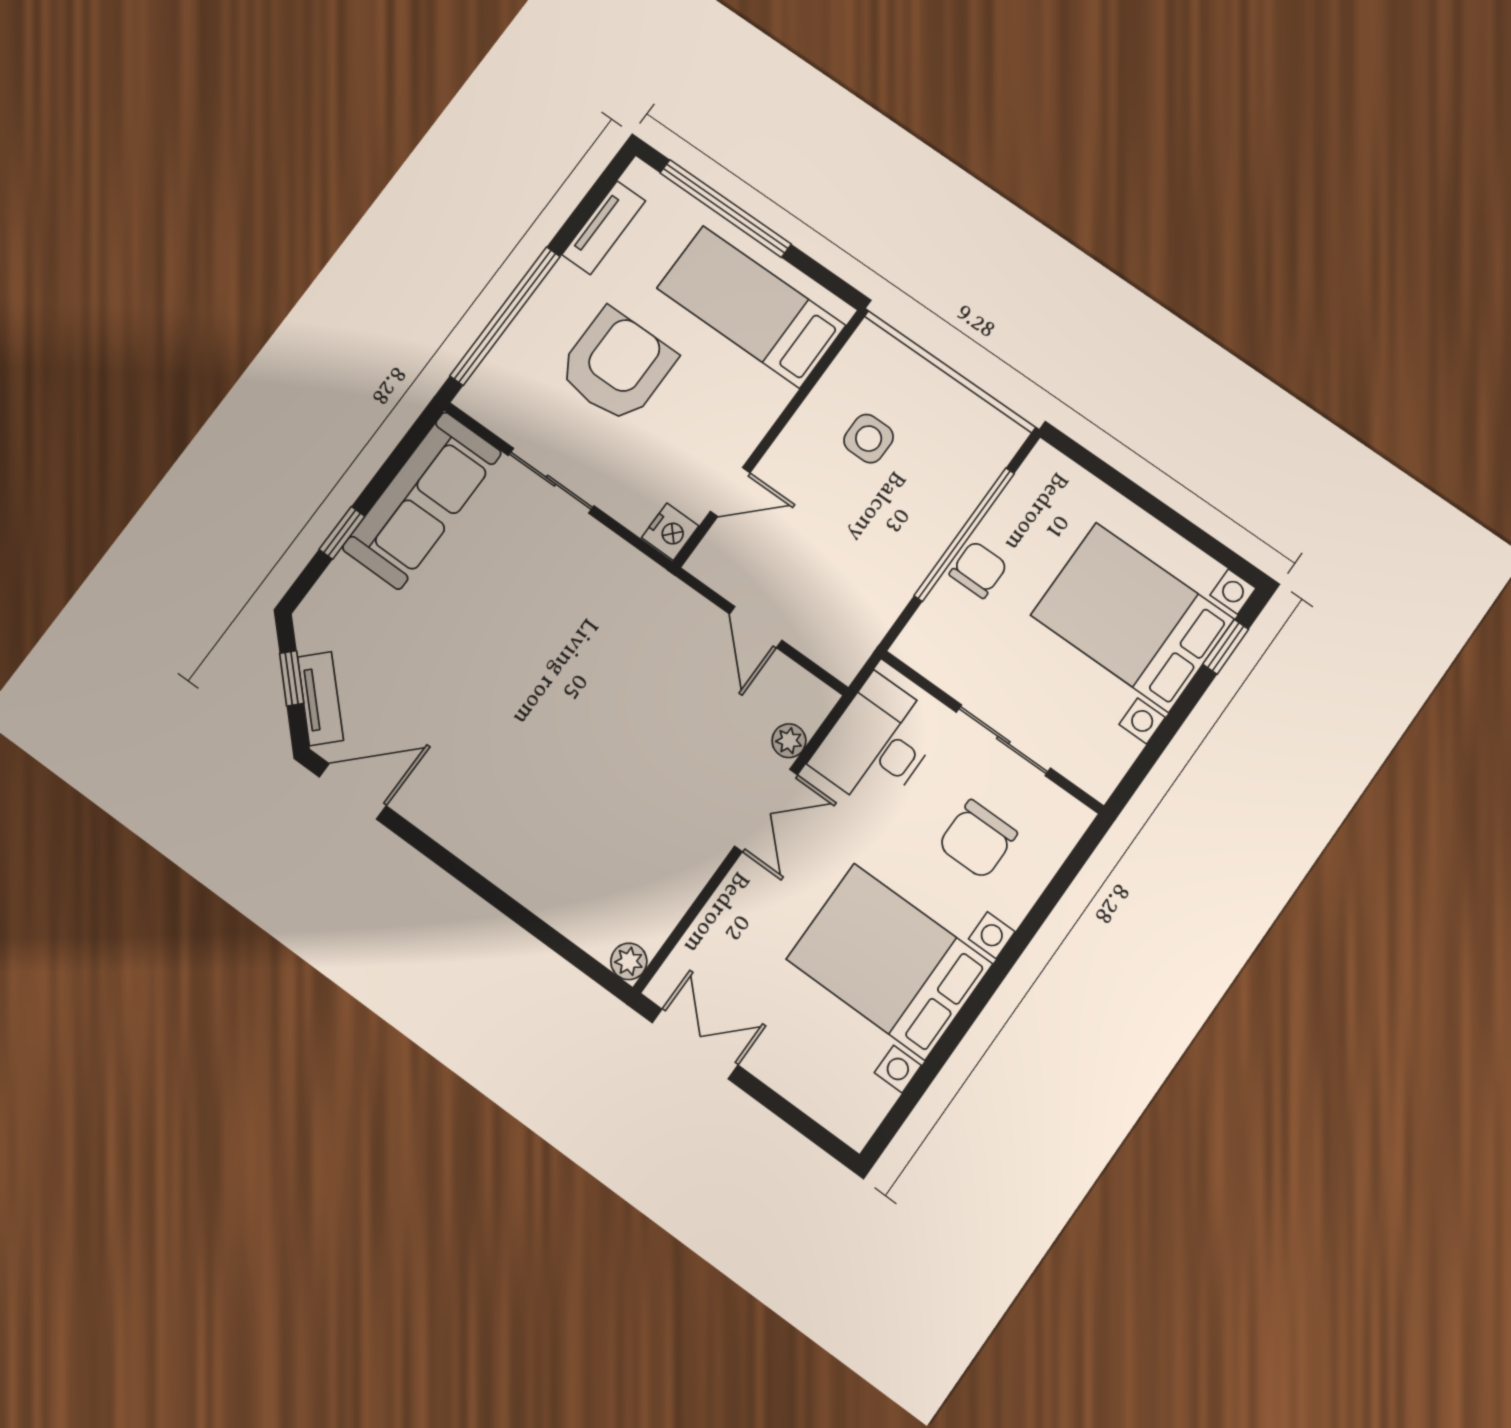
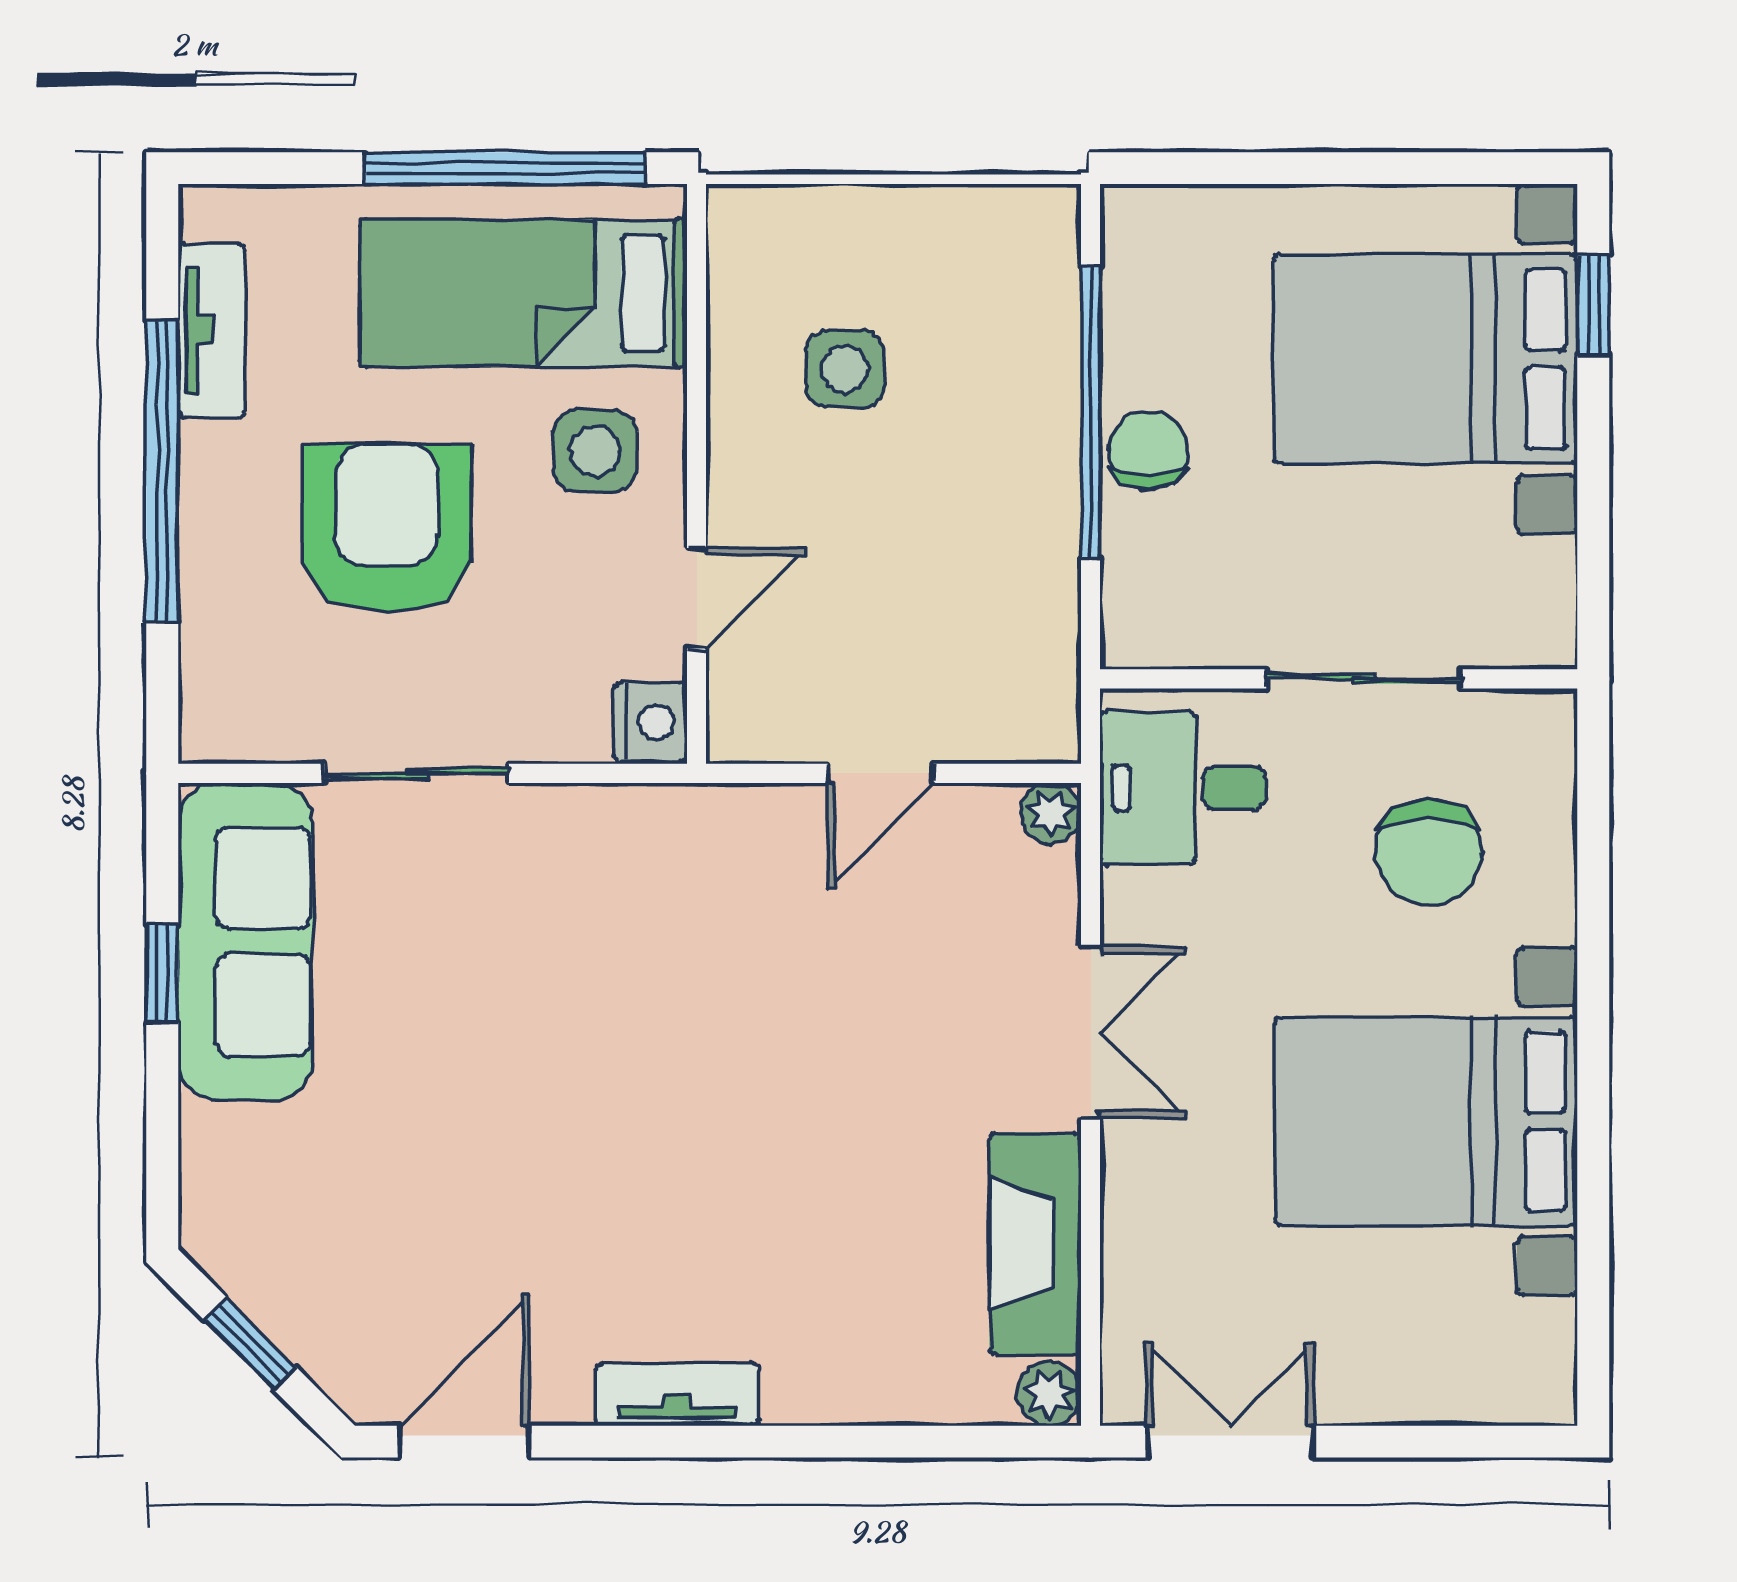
window: (725, 208) -> (505, 168), moved
window: (505, 316) -> (162, 471), moved
side table: (732, 396) -> (595, 451), added
window: (342, 533) -> (162, 973), moved
door: (756, 627) -> (881, 773), hinge flipped
tv unit: (320, 699) -> (677, 1395), moved, turned -45
plant: (789, 741) -> (1051, 813), moved
desk: (877, 743) -> (1183, 788), width x0.73
fireplace: (672, 888) -> (1035, 1244), added

